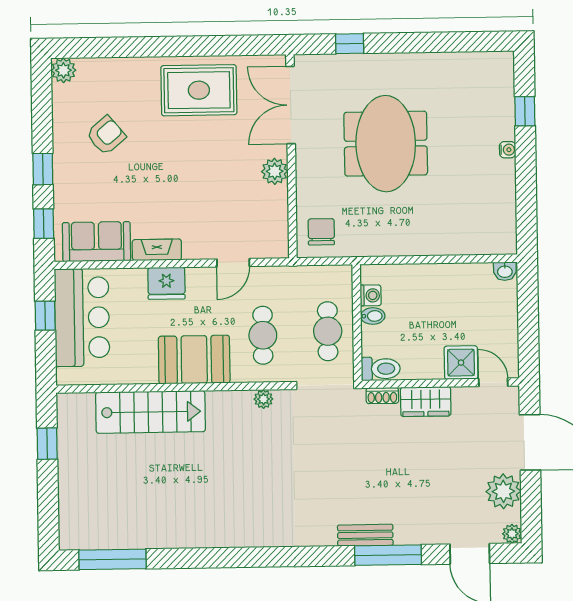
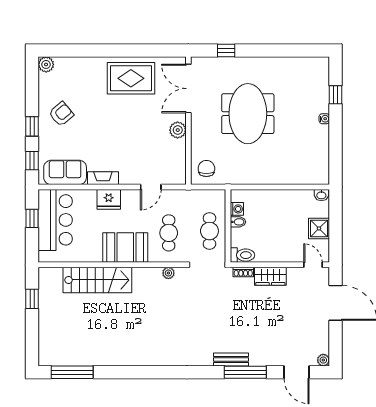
armchair: (106, 135) -> (61, 114), moved
shower: (461, 363) -> (319, 228), moved
plant: (503, 491) -> (318, 333), removed

